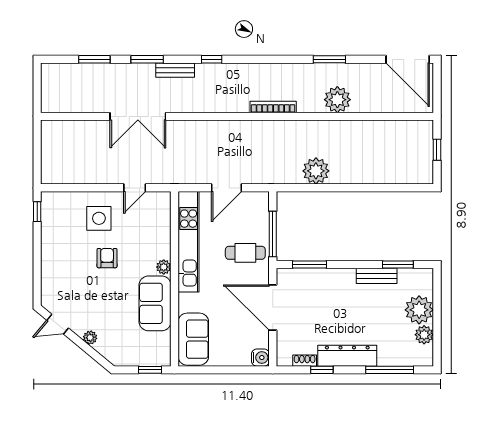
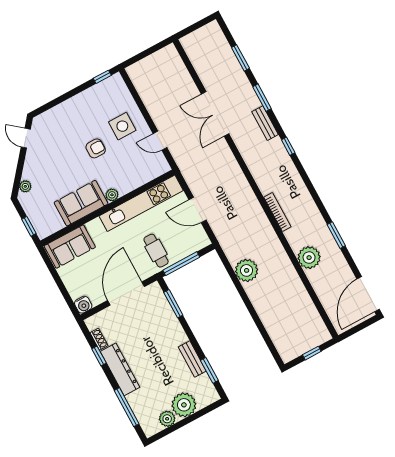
plant: (90, 338) -> (25, 186), moved

